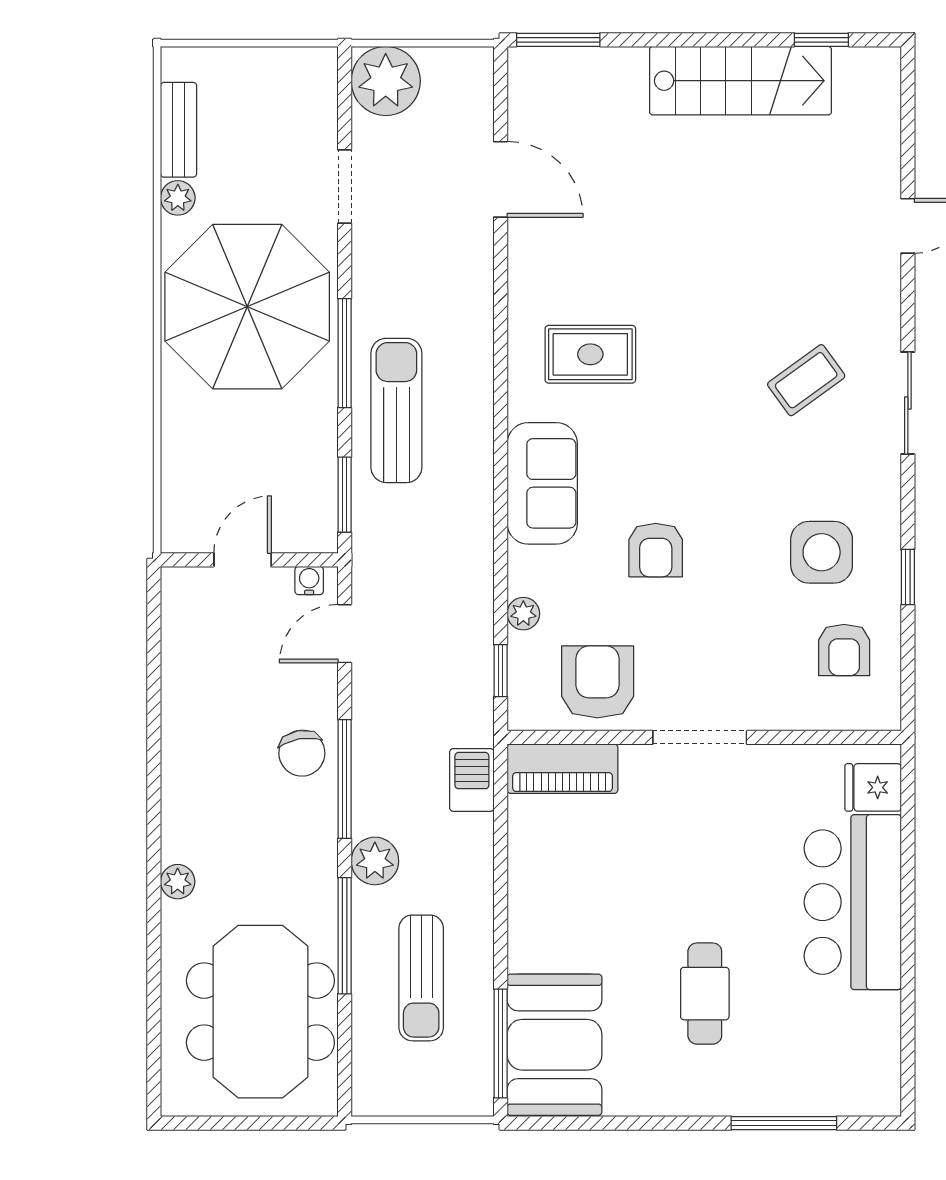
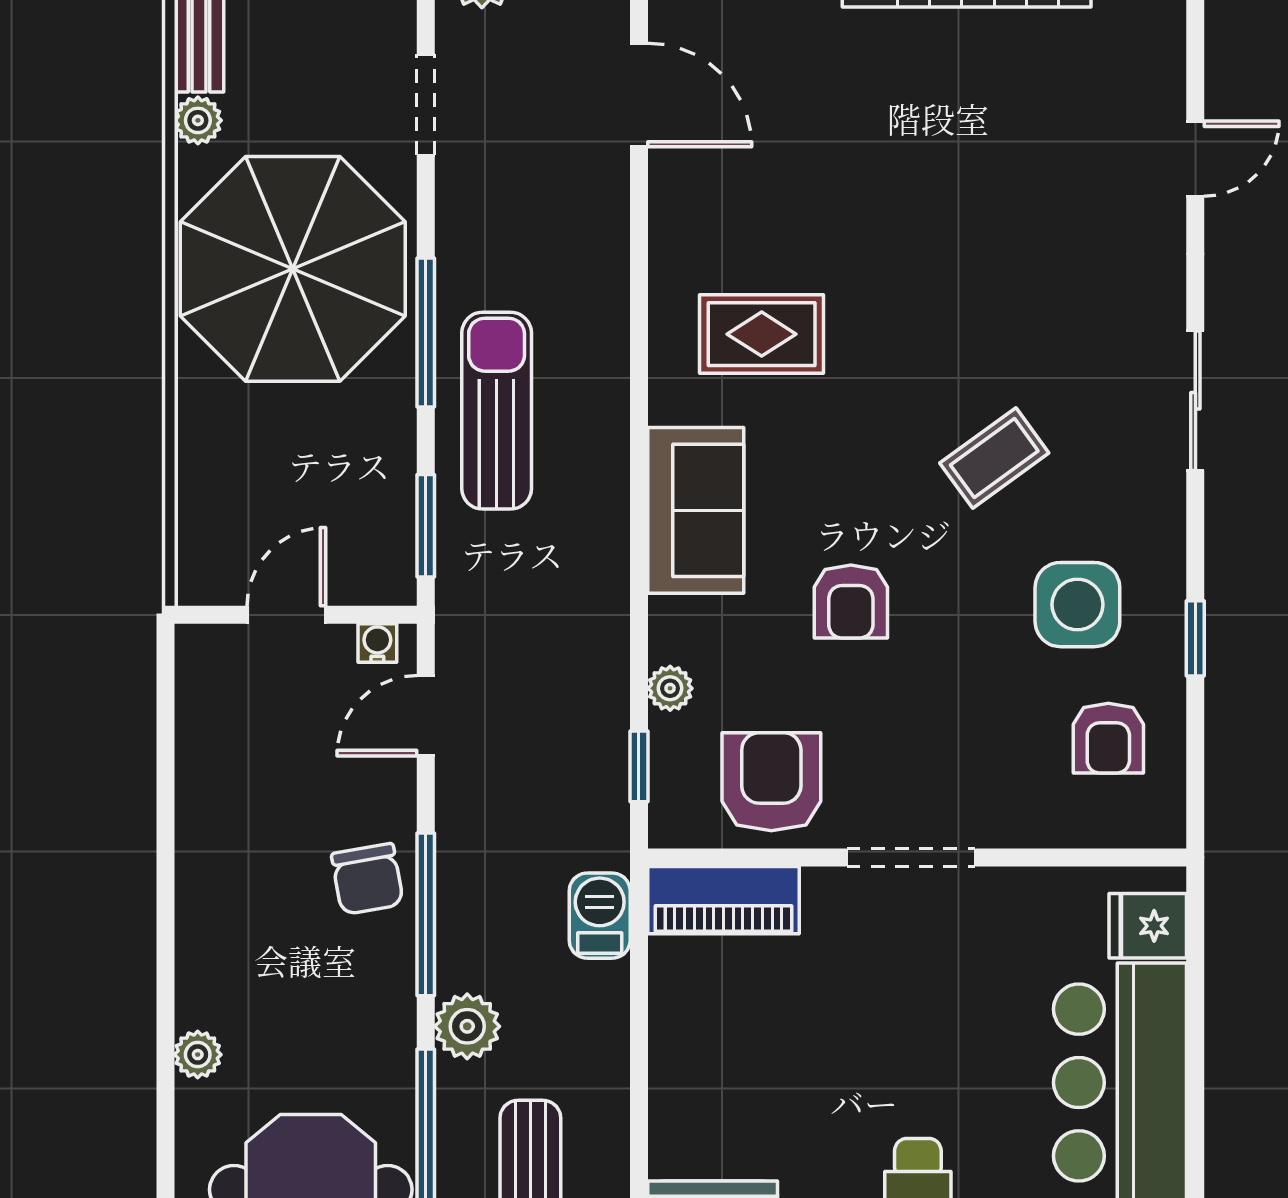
coffee table: (806, 380) -> (994, 458), moved

